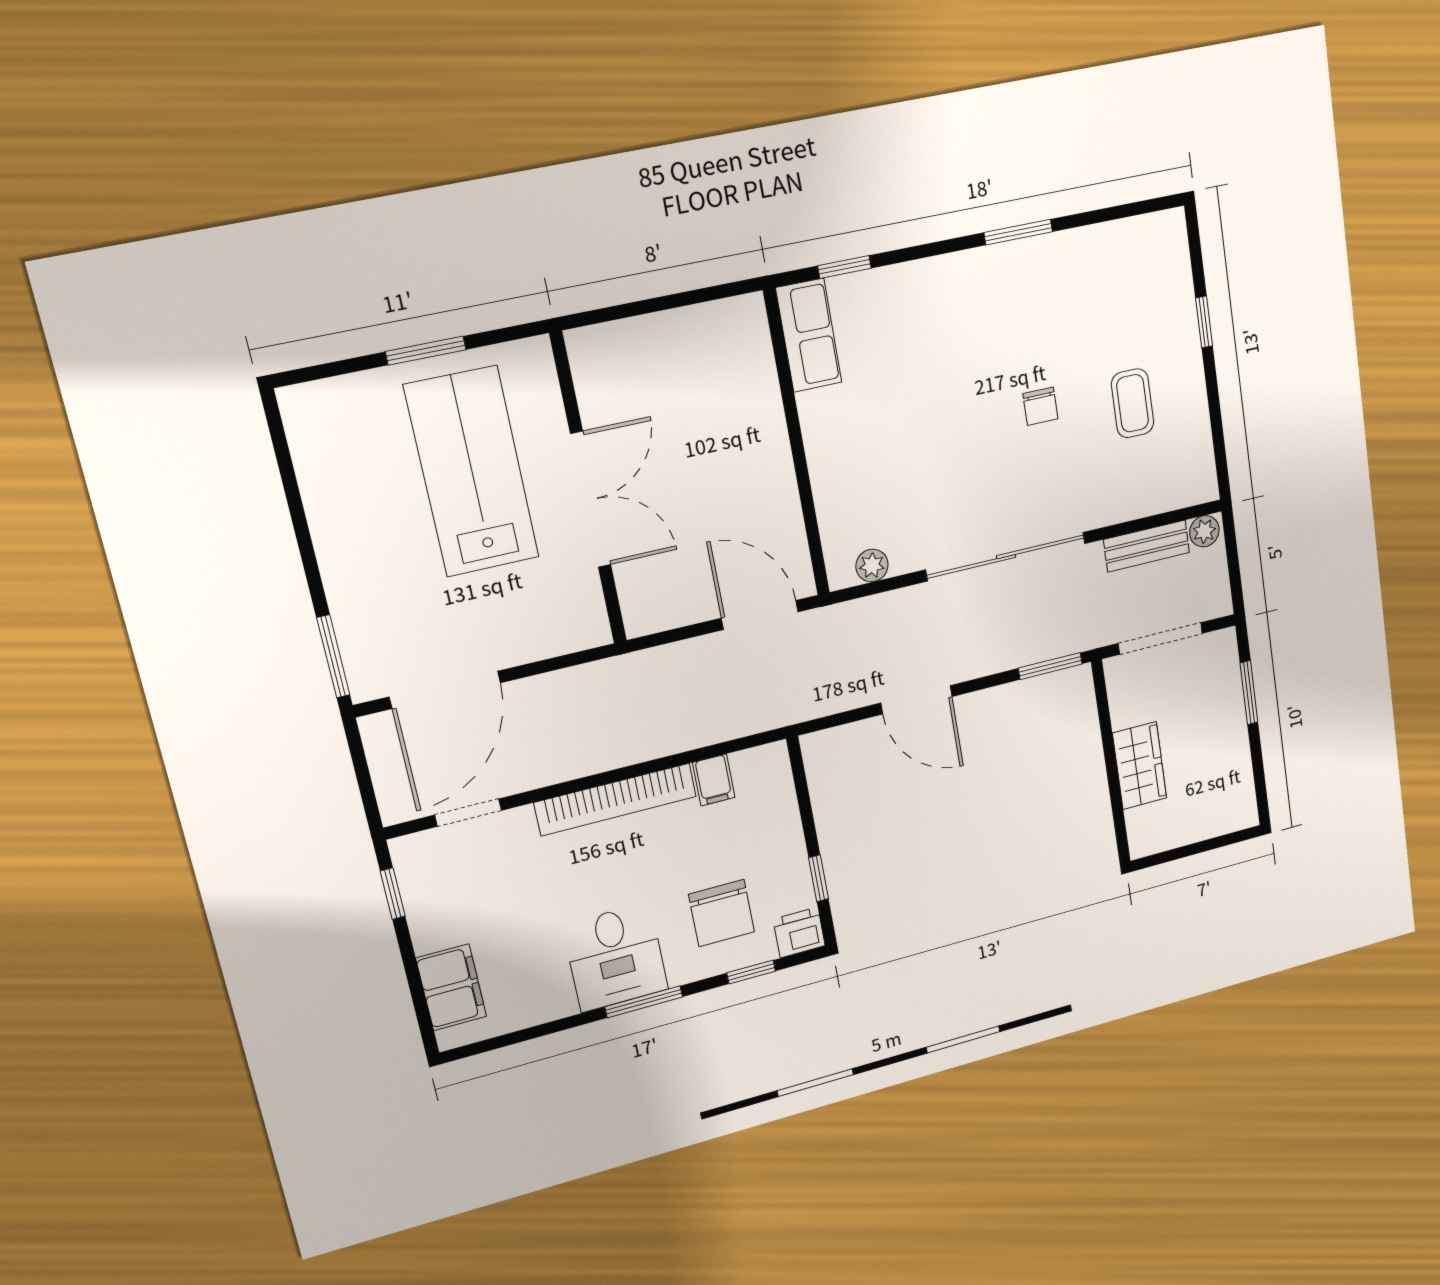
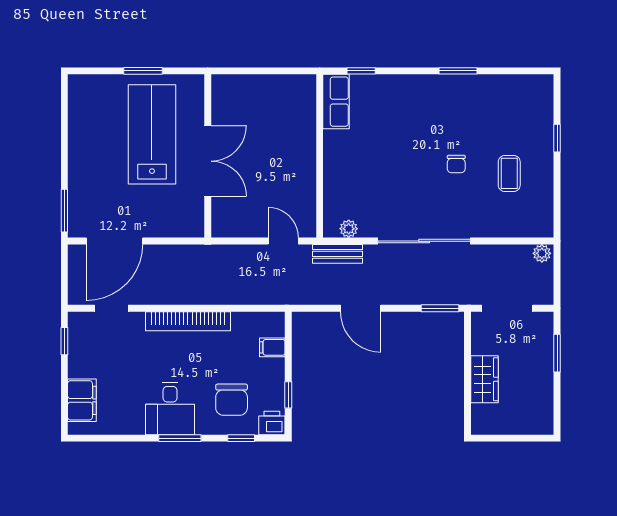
bench: (1147, 546) -> (337, 254), moved
door: (760, 615) -> (283, 241), width x0.73
filing cabinet: (714, 780) -> (272, 347), moved, turned 90

